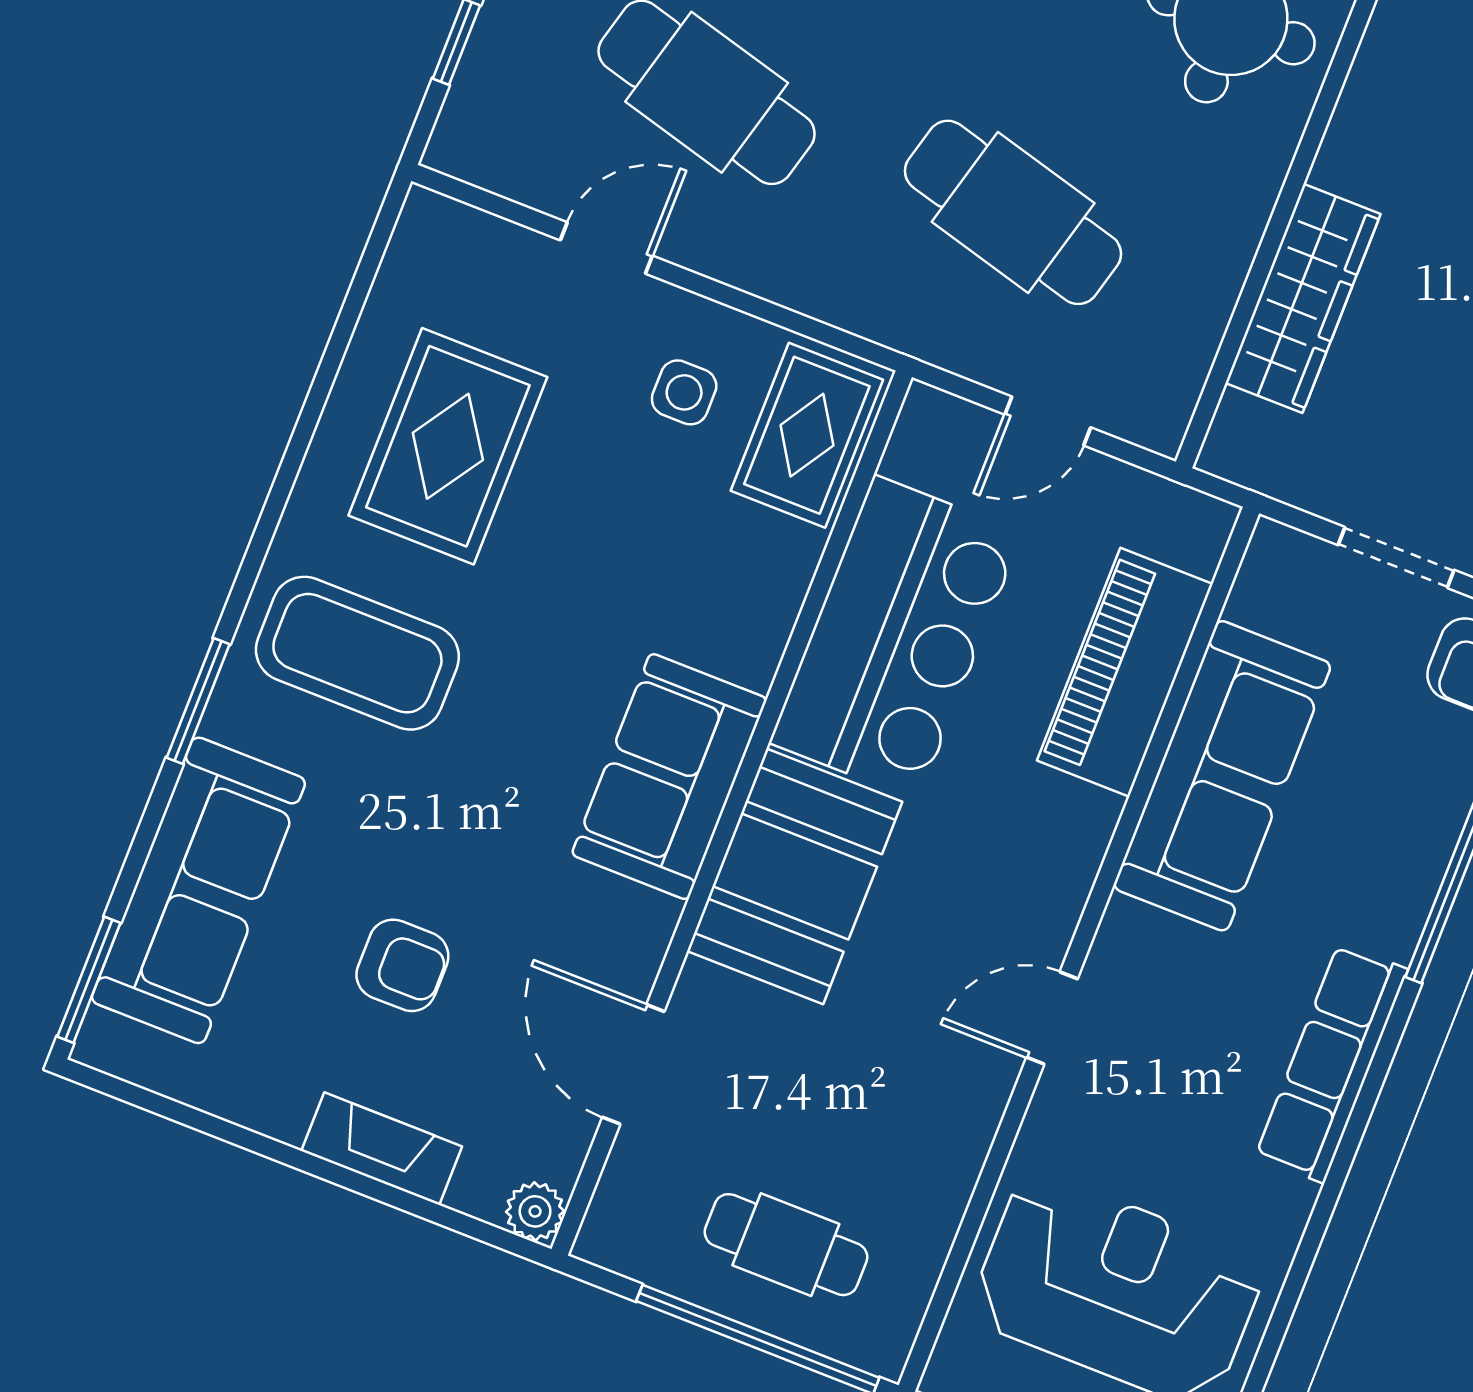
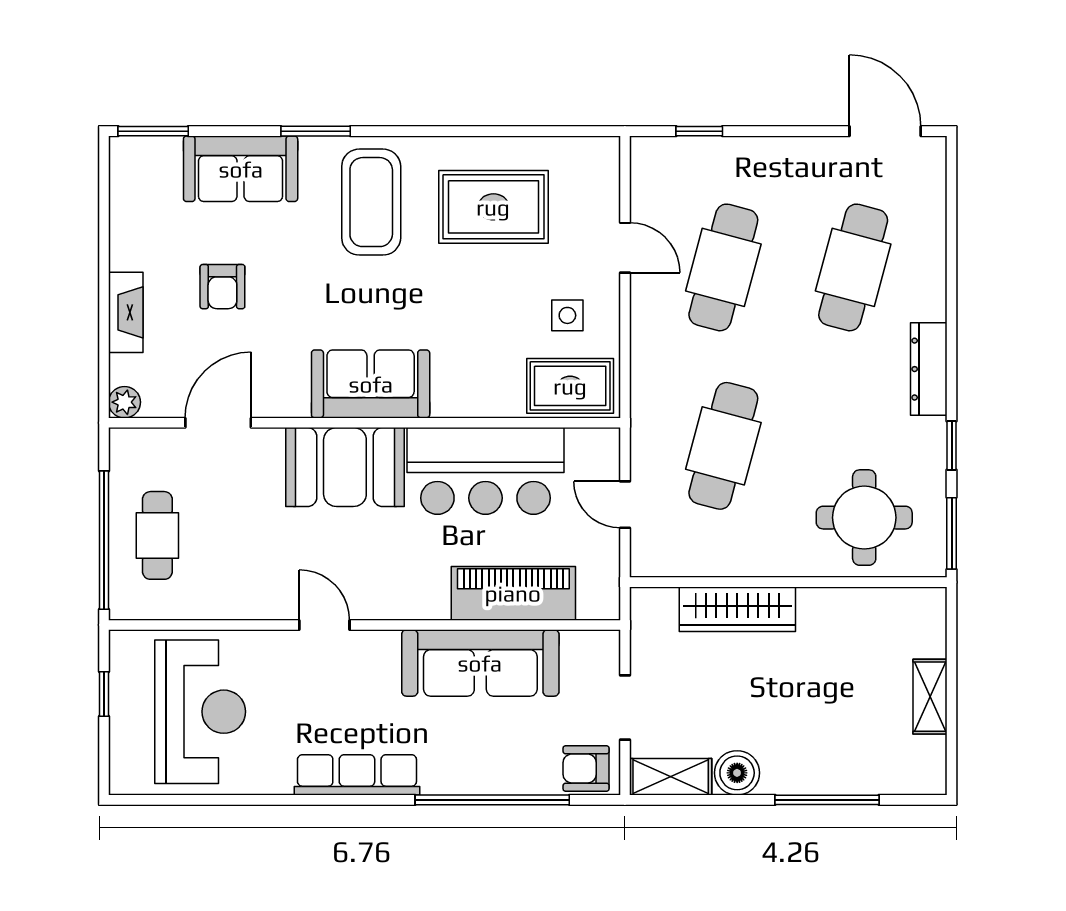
sofa: (198, 890) -> (241, 169), width x0.73

